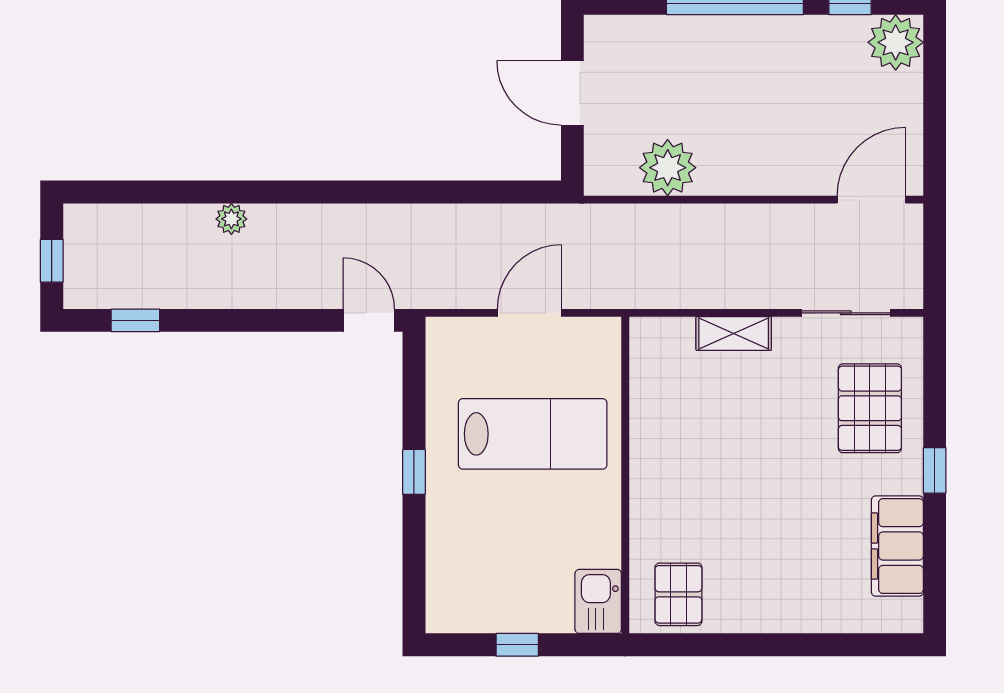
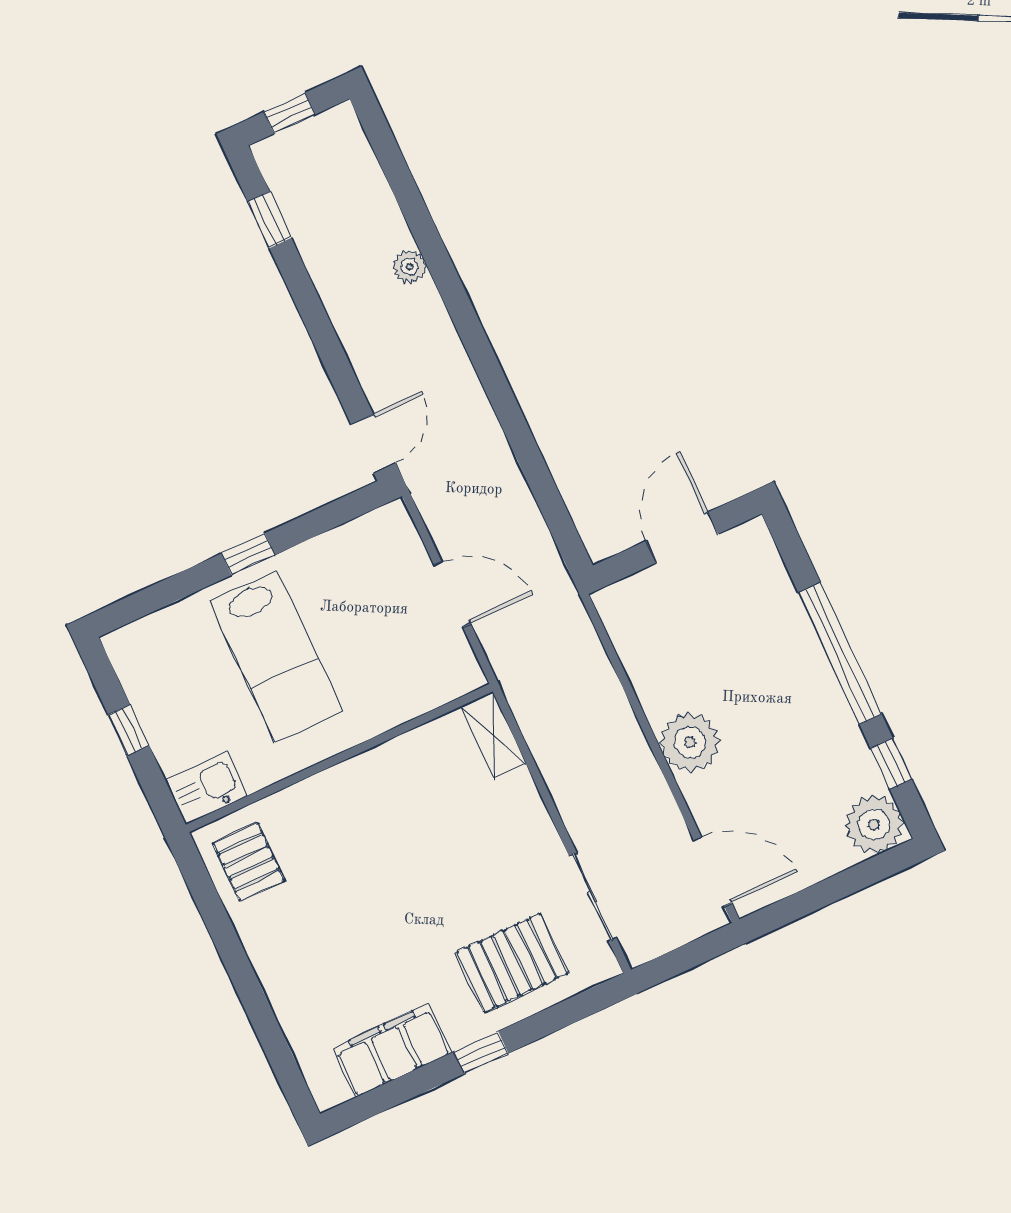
plant: (668, 168) -> (690, 742), moved
shelving: (734, 334) -> (493, 735), moved
lab bench: (533, 434) -> (276, 656), moved
pallet: (678, 594) -> (249, 862), turned 90

